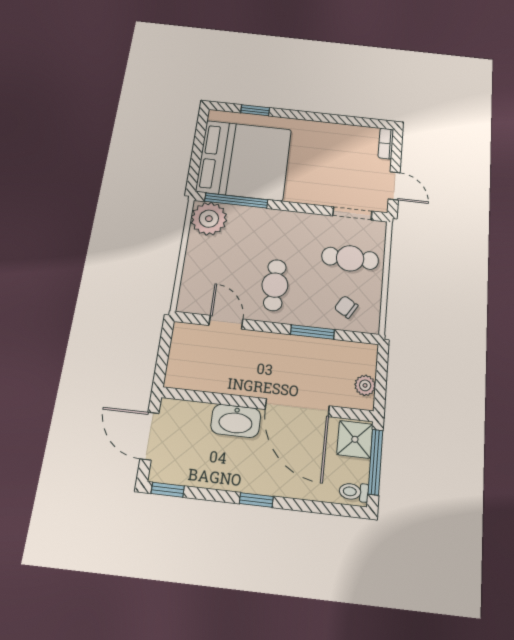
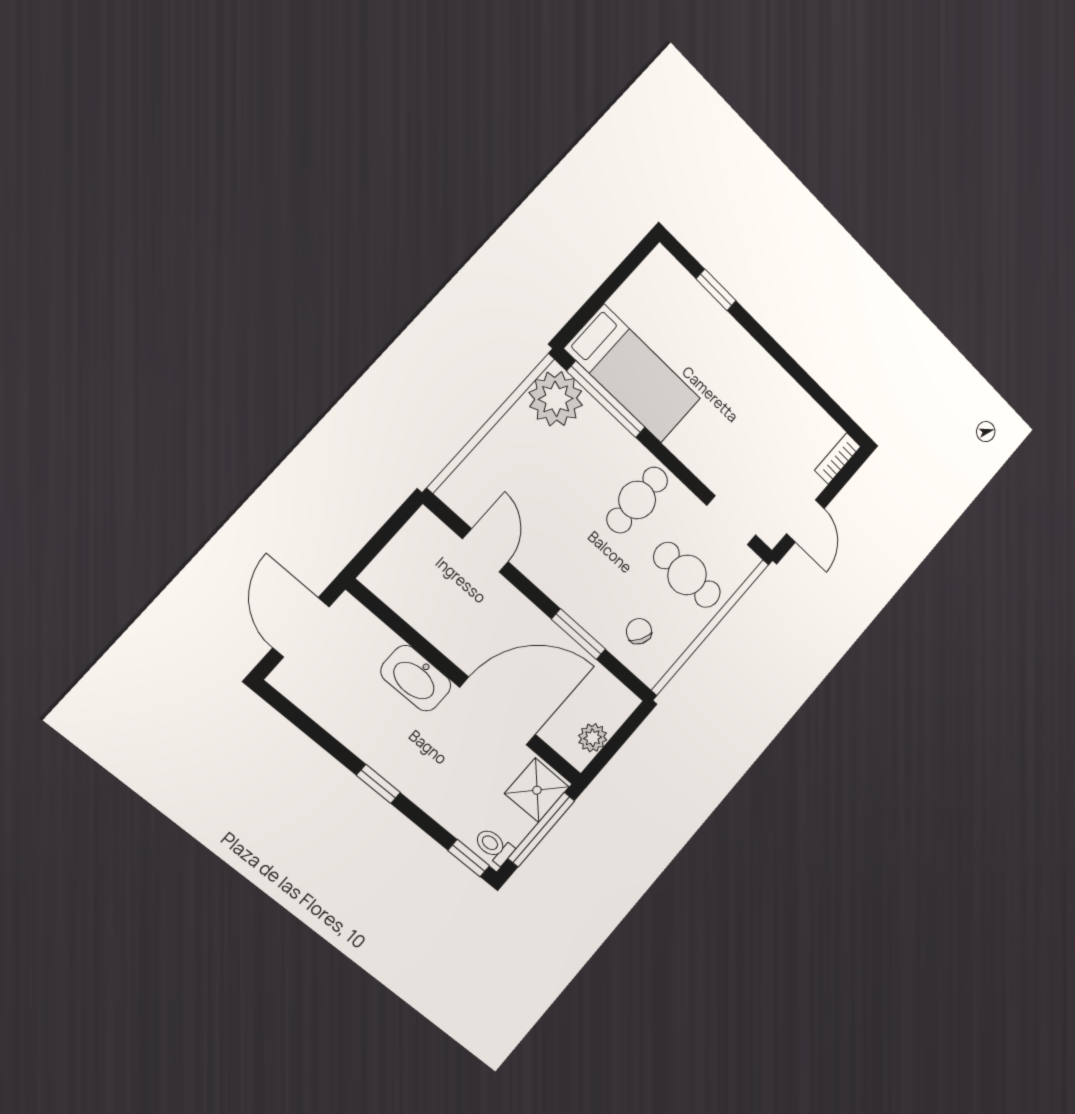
bed: (244, 160) -> (633, 374), width x0.49
cafe table: (275, 285) -> (637, 500), moved
door: (297, 408) -> (498, 711), swing flipped
window: (168, 490) -> (469, 858), moved

